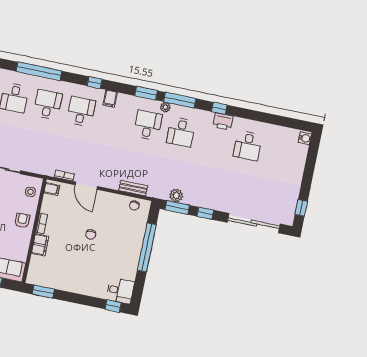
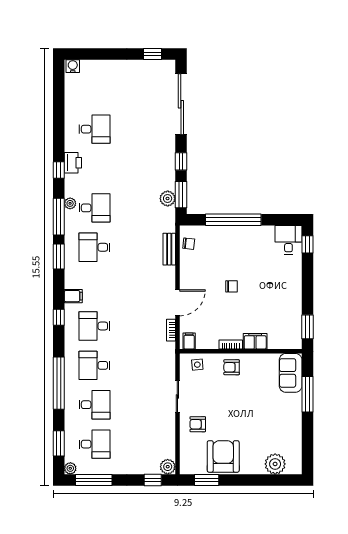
plant: (165, 107) -> (70, 203), moved

